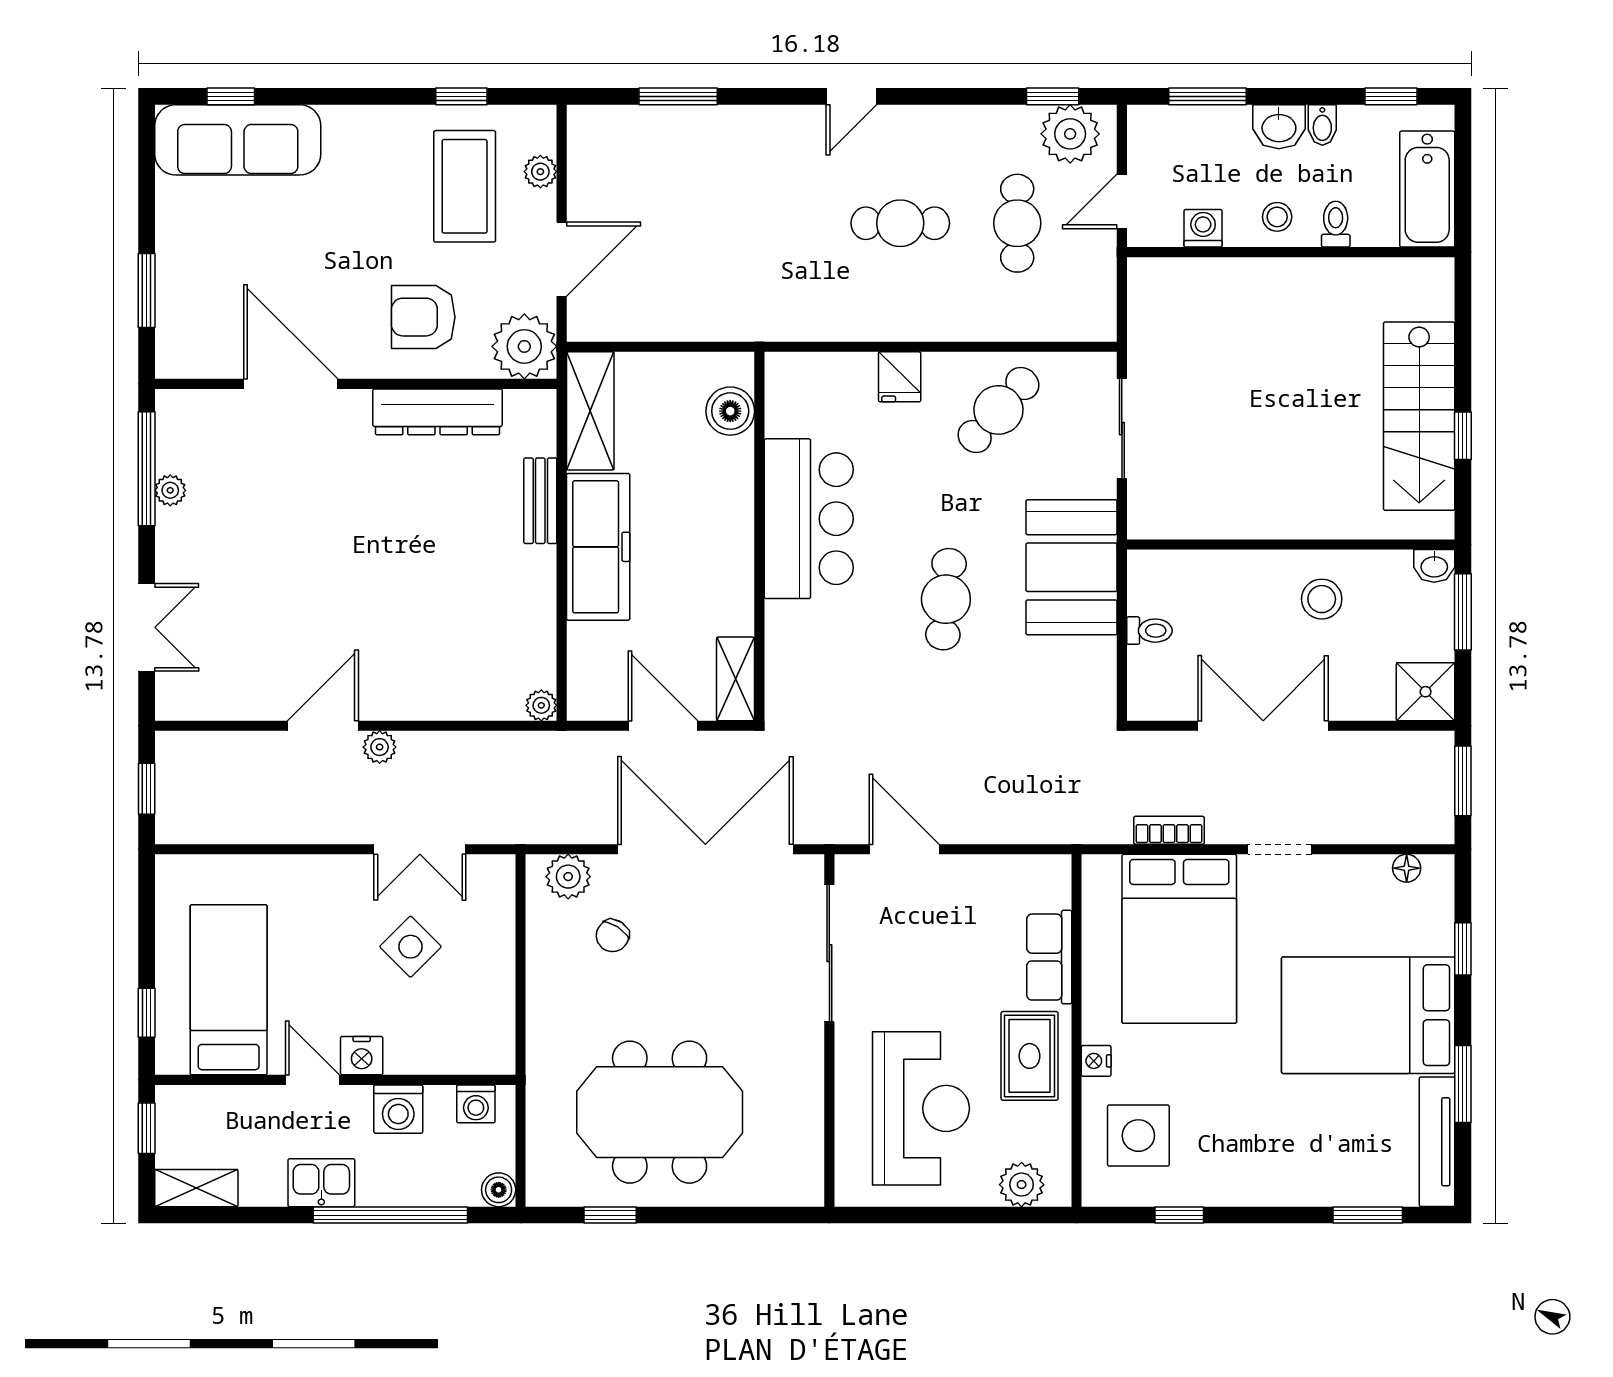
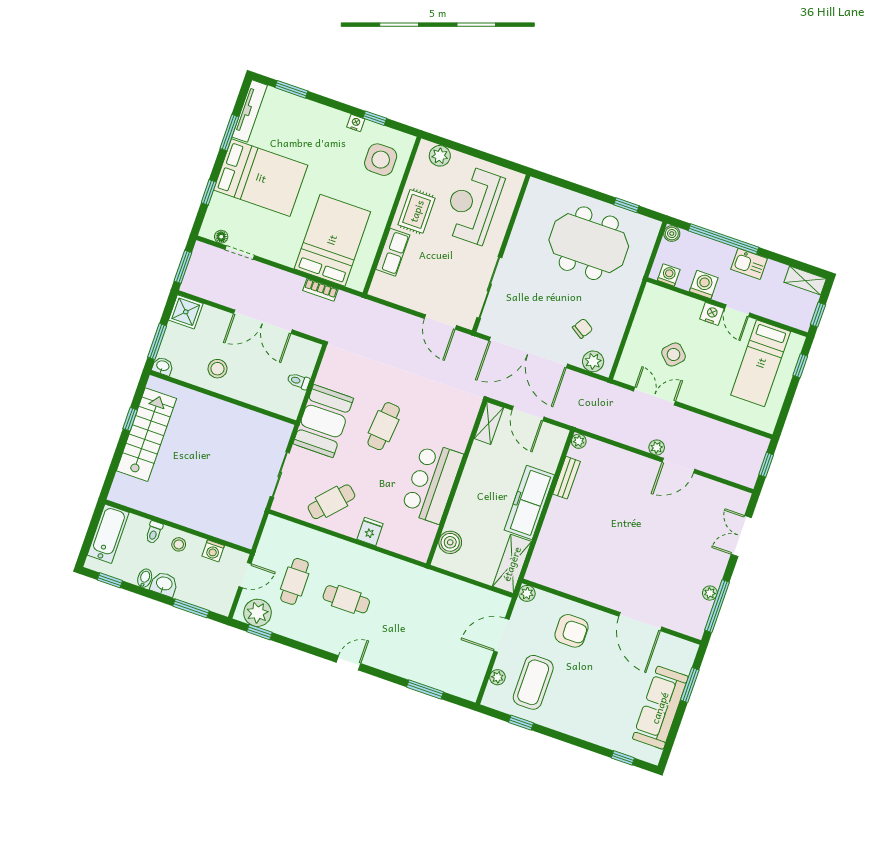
sofa: (238, 140) -> (660, 708), moved, turned -90
plant: (524, 346) -> (527, 593), width x0.53, depth x0.53
dresser: (438, 412) -> (580, 587), removed
bench: (540, 501) -> (567, 478), moved
doorway: (1280, 849) -> (240, 252), moved
nightstand: (1096, 1061) -> (356, 123), moved, turned -90

